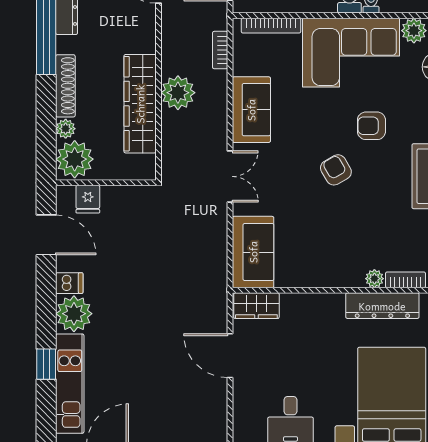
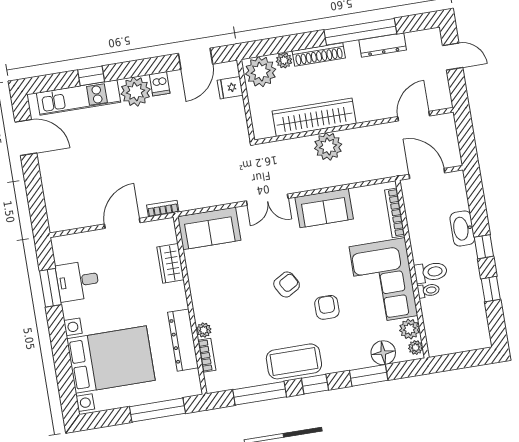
bookcase: (220, 50) -> (163, 209), moved
wardrobe: (256, 306) -> (170, 263), moved

